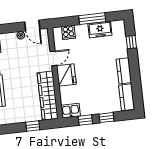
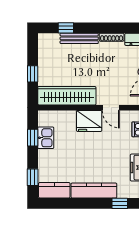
kitchen counter: (124, 71) -> (94, 191), width x1.50
kitchen sink: (71, 111) -> (46, 138), moved
window: (106, 118) -> (33, 177), moved

